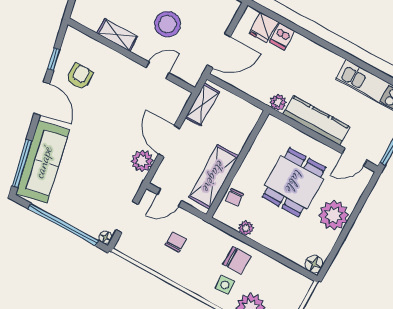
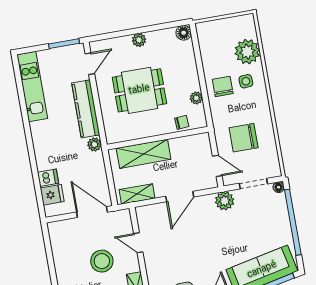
door: (354, 157) -> (90, 64), hinge flipped
plant: (142, 161) -> (225, 201), moved
shelving: (214, 177) -> (144, 154), moved
plant: (334, 215) -> (139, 40), width x0.53, depth x0.53
chair: (176, 242) -> (244, 138), width x1.87, depth x1.87

